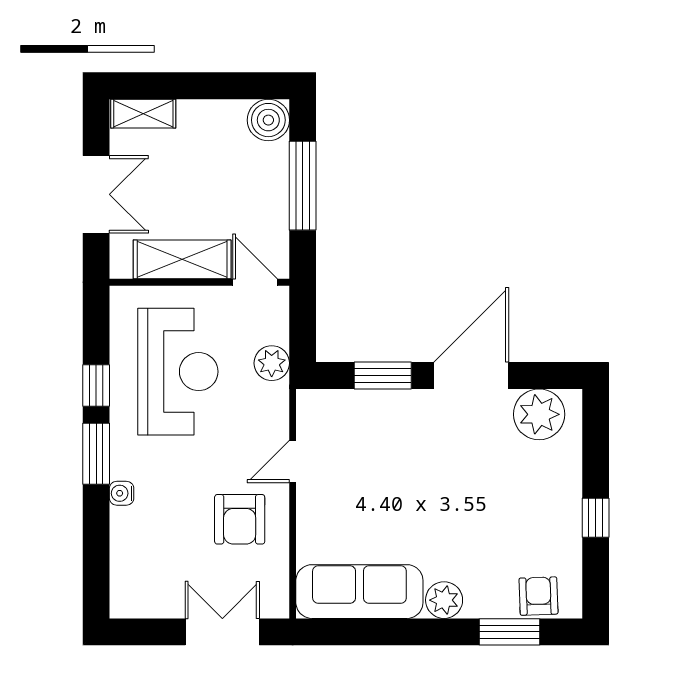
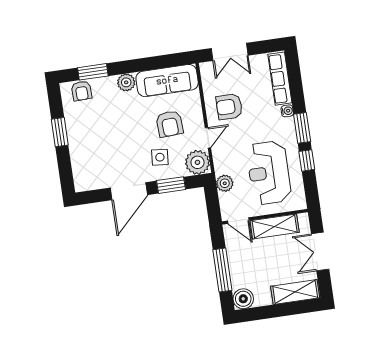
shelving: (143, 114) -> (295, 292), width x1.50, depth x1.33
plant: (539, 414) -> (197, 162), moved
side table: (397, 436) -> (160, 157), added
armchair: (367, 502) -> (170, 124), added
window: (596, 518) -> (60, 132), width x1.50
armchair: (240, 519) -> (229, 107), turned -90
row of seats: (127, 562) -> (280, 79), added

